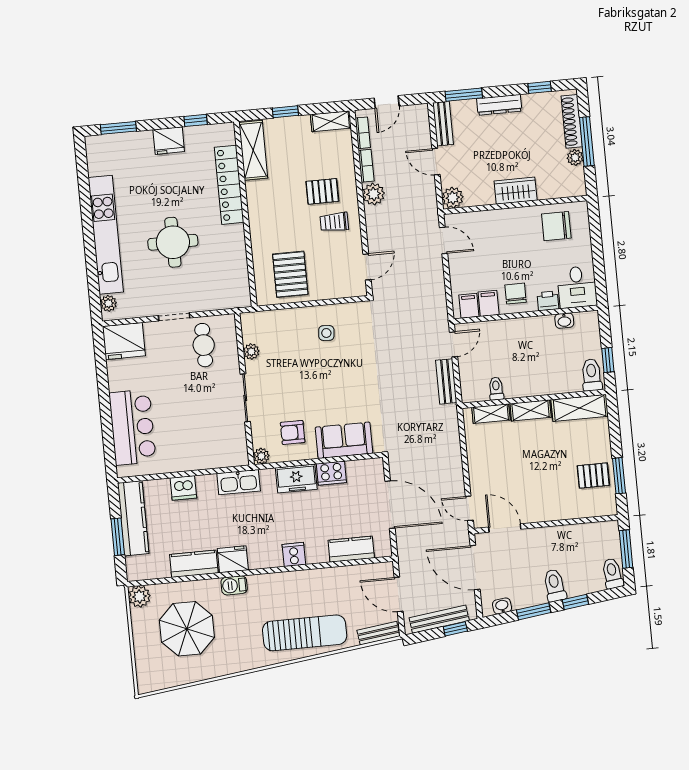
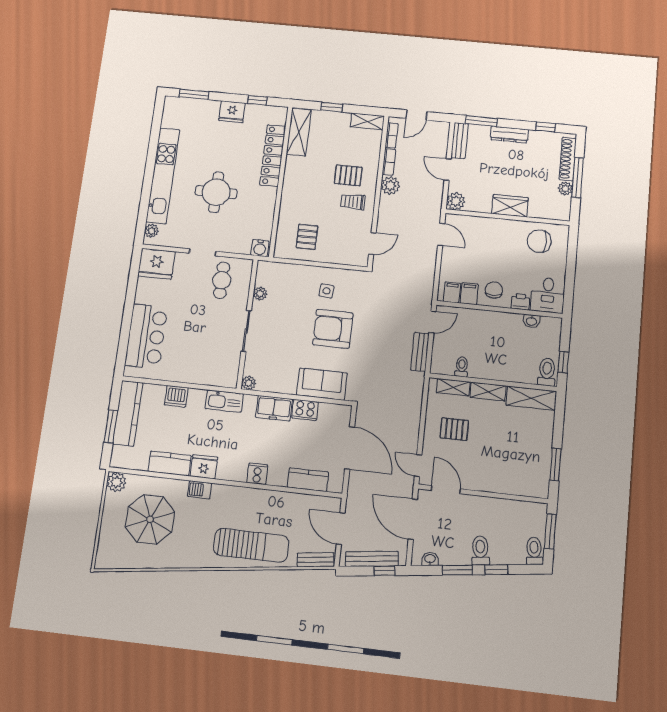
pallet: (290, 274) -> (307, 237), width x0.67, depth x0.71
water cooler: (239, 298) -> (260, 248), added
armchair: (293, 432) -> (333, 329), moved, width x1.88, depth x1.88
pallet: (593, 476) -> (454, 429), moved

